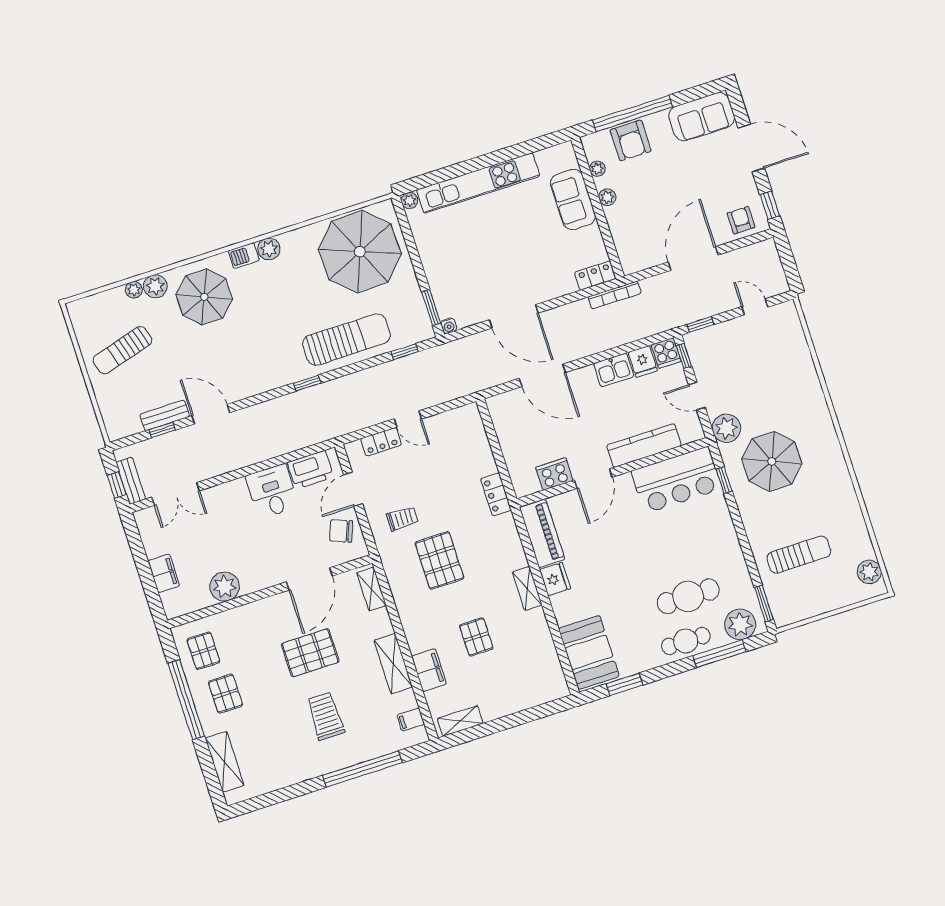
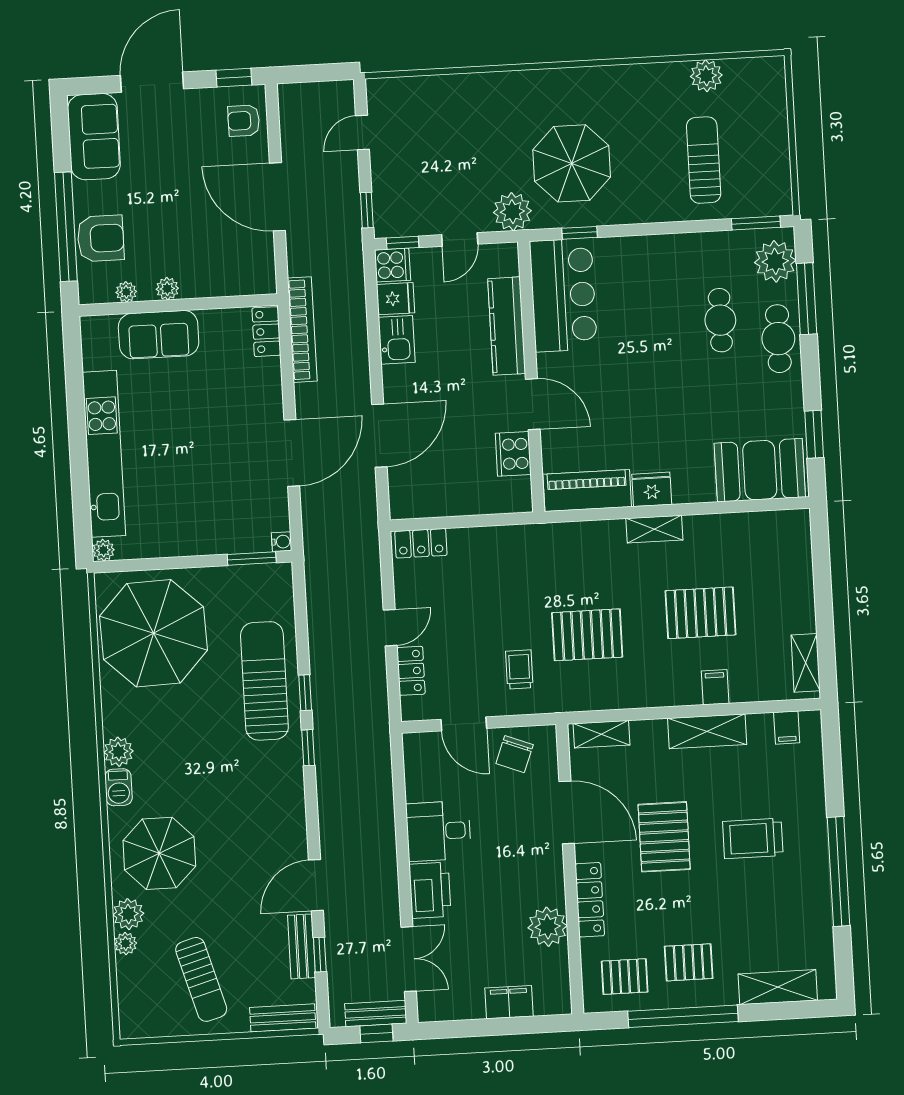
bookcase: (615, 295) -> (302, 330), width x1.48, depth x1.31
window: (405, 352) -> (305, 693), moved
bench: (110, 415) -> (283, 1018), added
printer: (311, 470) -> (430, 890), moved
locker: (496, 494) -> (421, 543), moved
plant: (869, 572) -> (706, 76), moved
cafe table: (688, 596) -> (720, 320), width x0.73, depth x0.74
locker: (252, 612) -> (590, 900), added
pallet: (476, 637) -> (700, 613), width x1.50, depth x1.42
filing cabinet: (429, 670) -> (715, 687), width x0.50
window: (362, 769) -> (839, 872), moved

